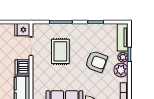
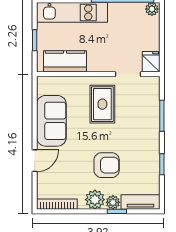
rug: (60, 51) -> (102, 104), moved, turned 90
armchair: (96, 62) -> (107, 165), turned -110
dishwasher: (22, 67) -> (99, 62), removed

